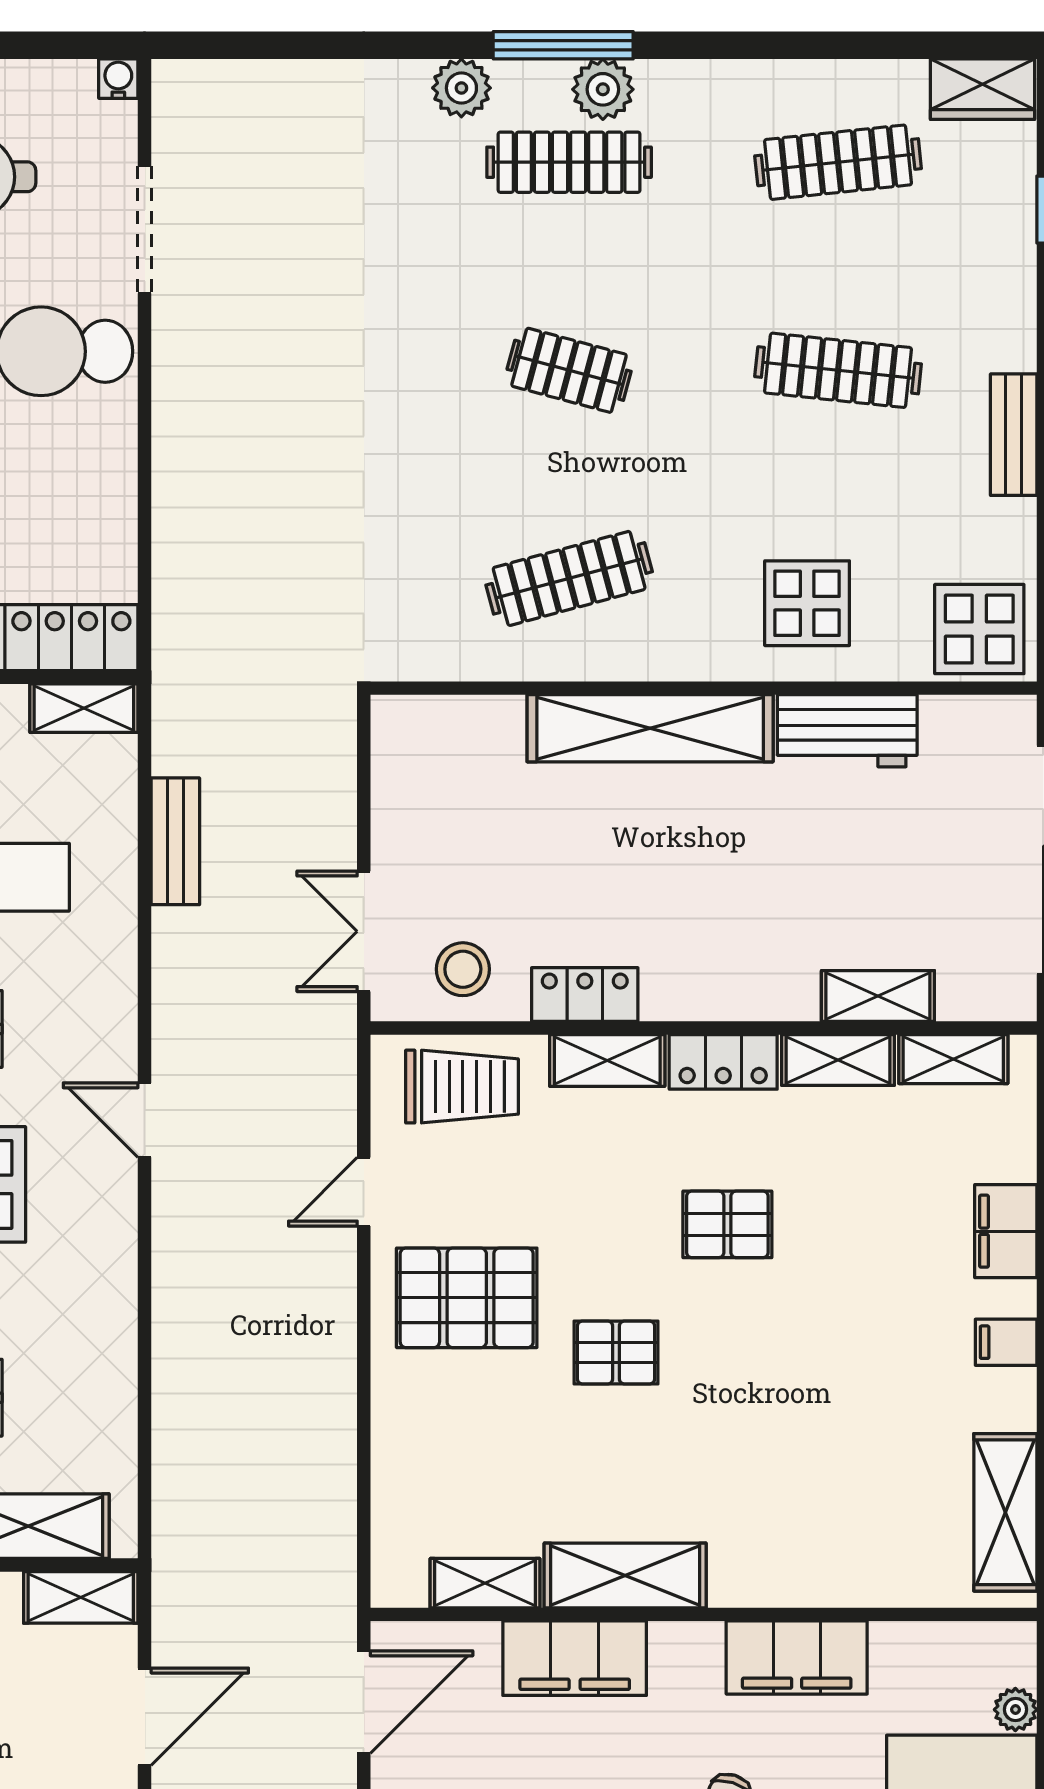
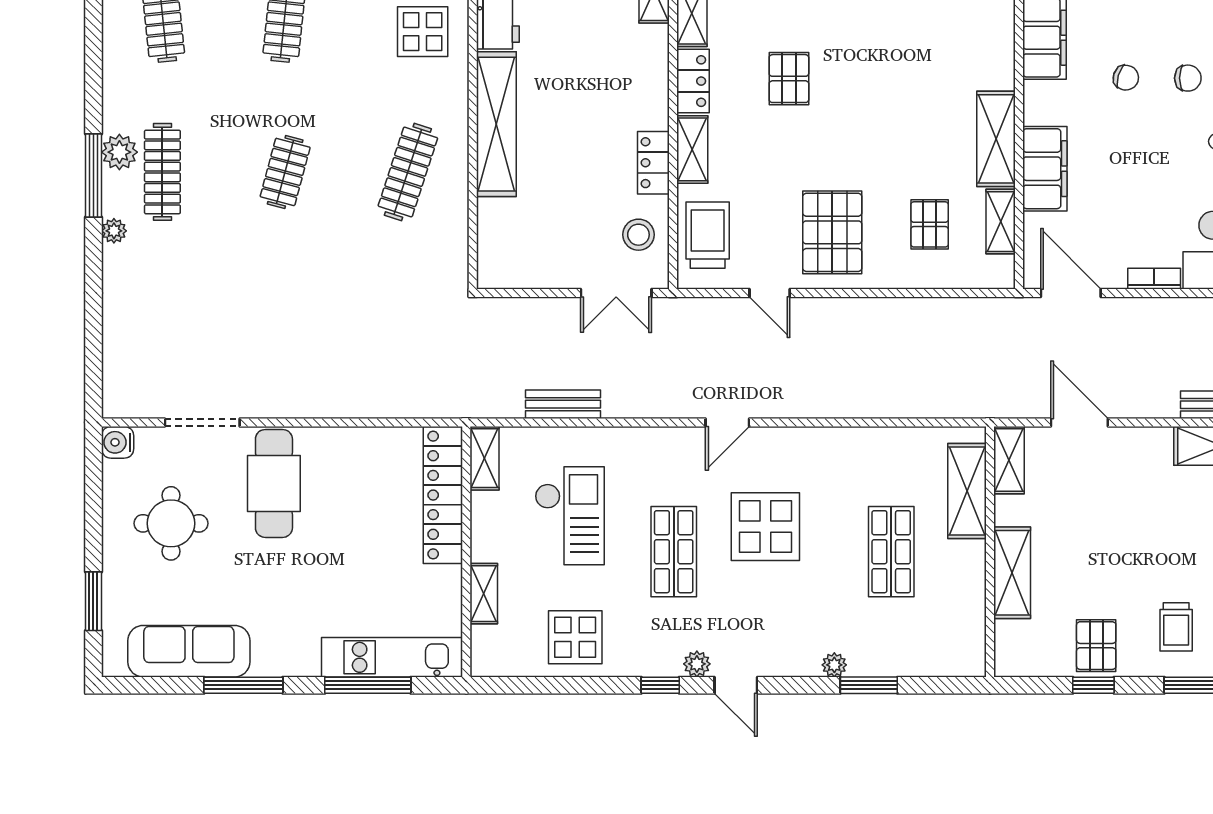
water cooler: (118, 79) -> (118, 442), width x1.38, depth x1.38
plant: (461, 88) -> (114, 231), width x0.73, depth x0.73
clothes rail: (569, 578) -> (408, 172), turned 33
pallet: (616, 1353) -> (930, 224), moved

